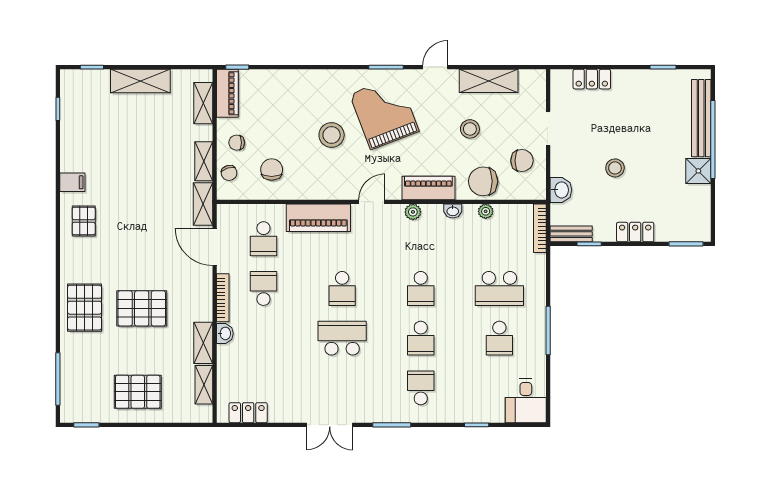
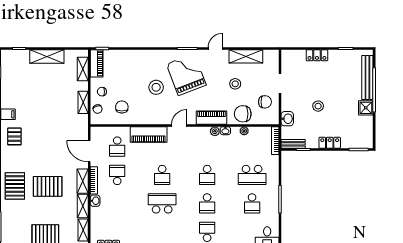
locker: (592, 79) -> (317, 55), moved
shelving: (203, 204) -> (83, 181), moved
plant: (413, 212) -> (215, 131), moved

